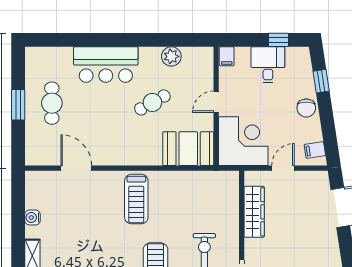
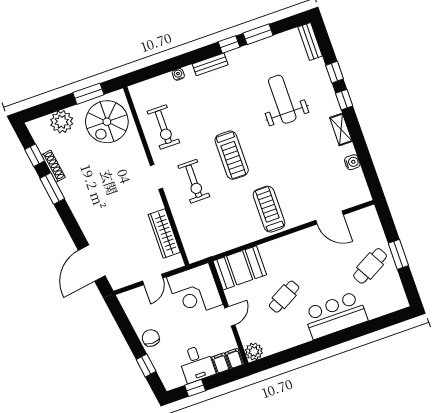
plant: (171, 56) -> (254, 351), moved
cafe table: (52, 103) -> (370, 266), turned 61
filing cabinet: (315, 150) -> (221, 363), moved, turned -81

